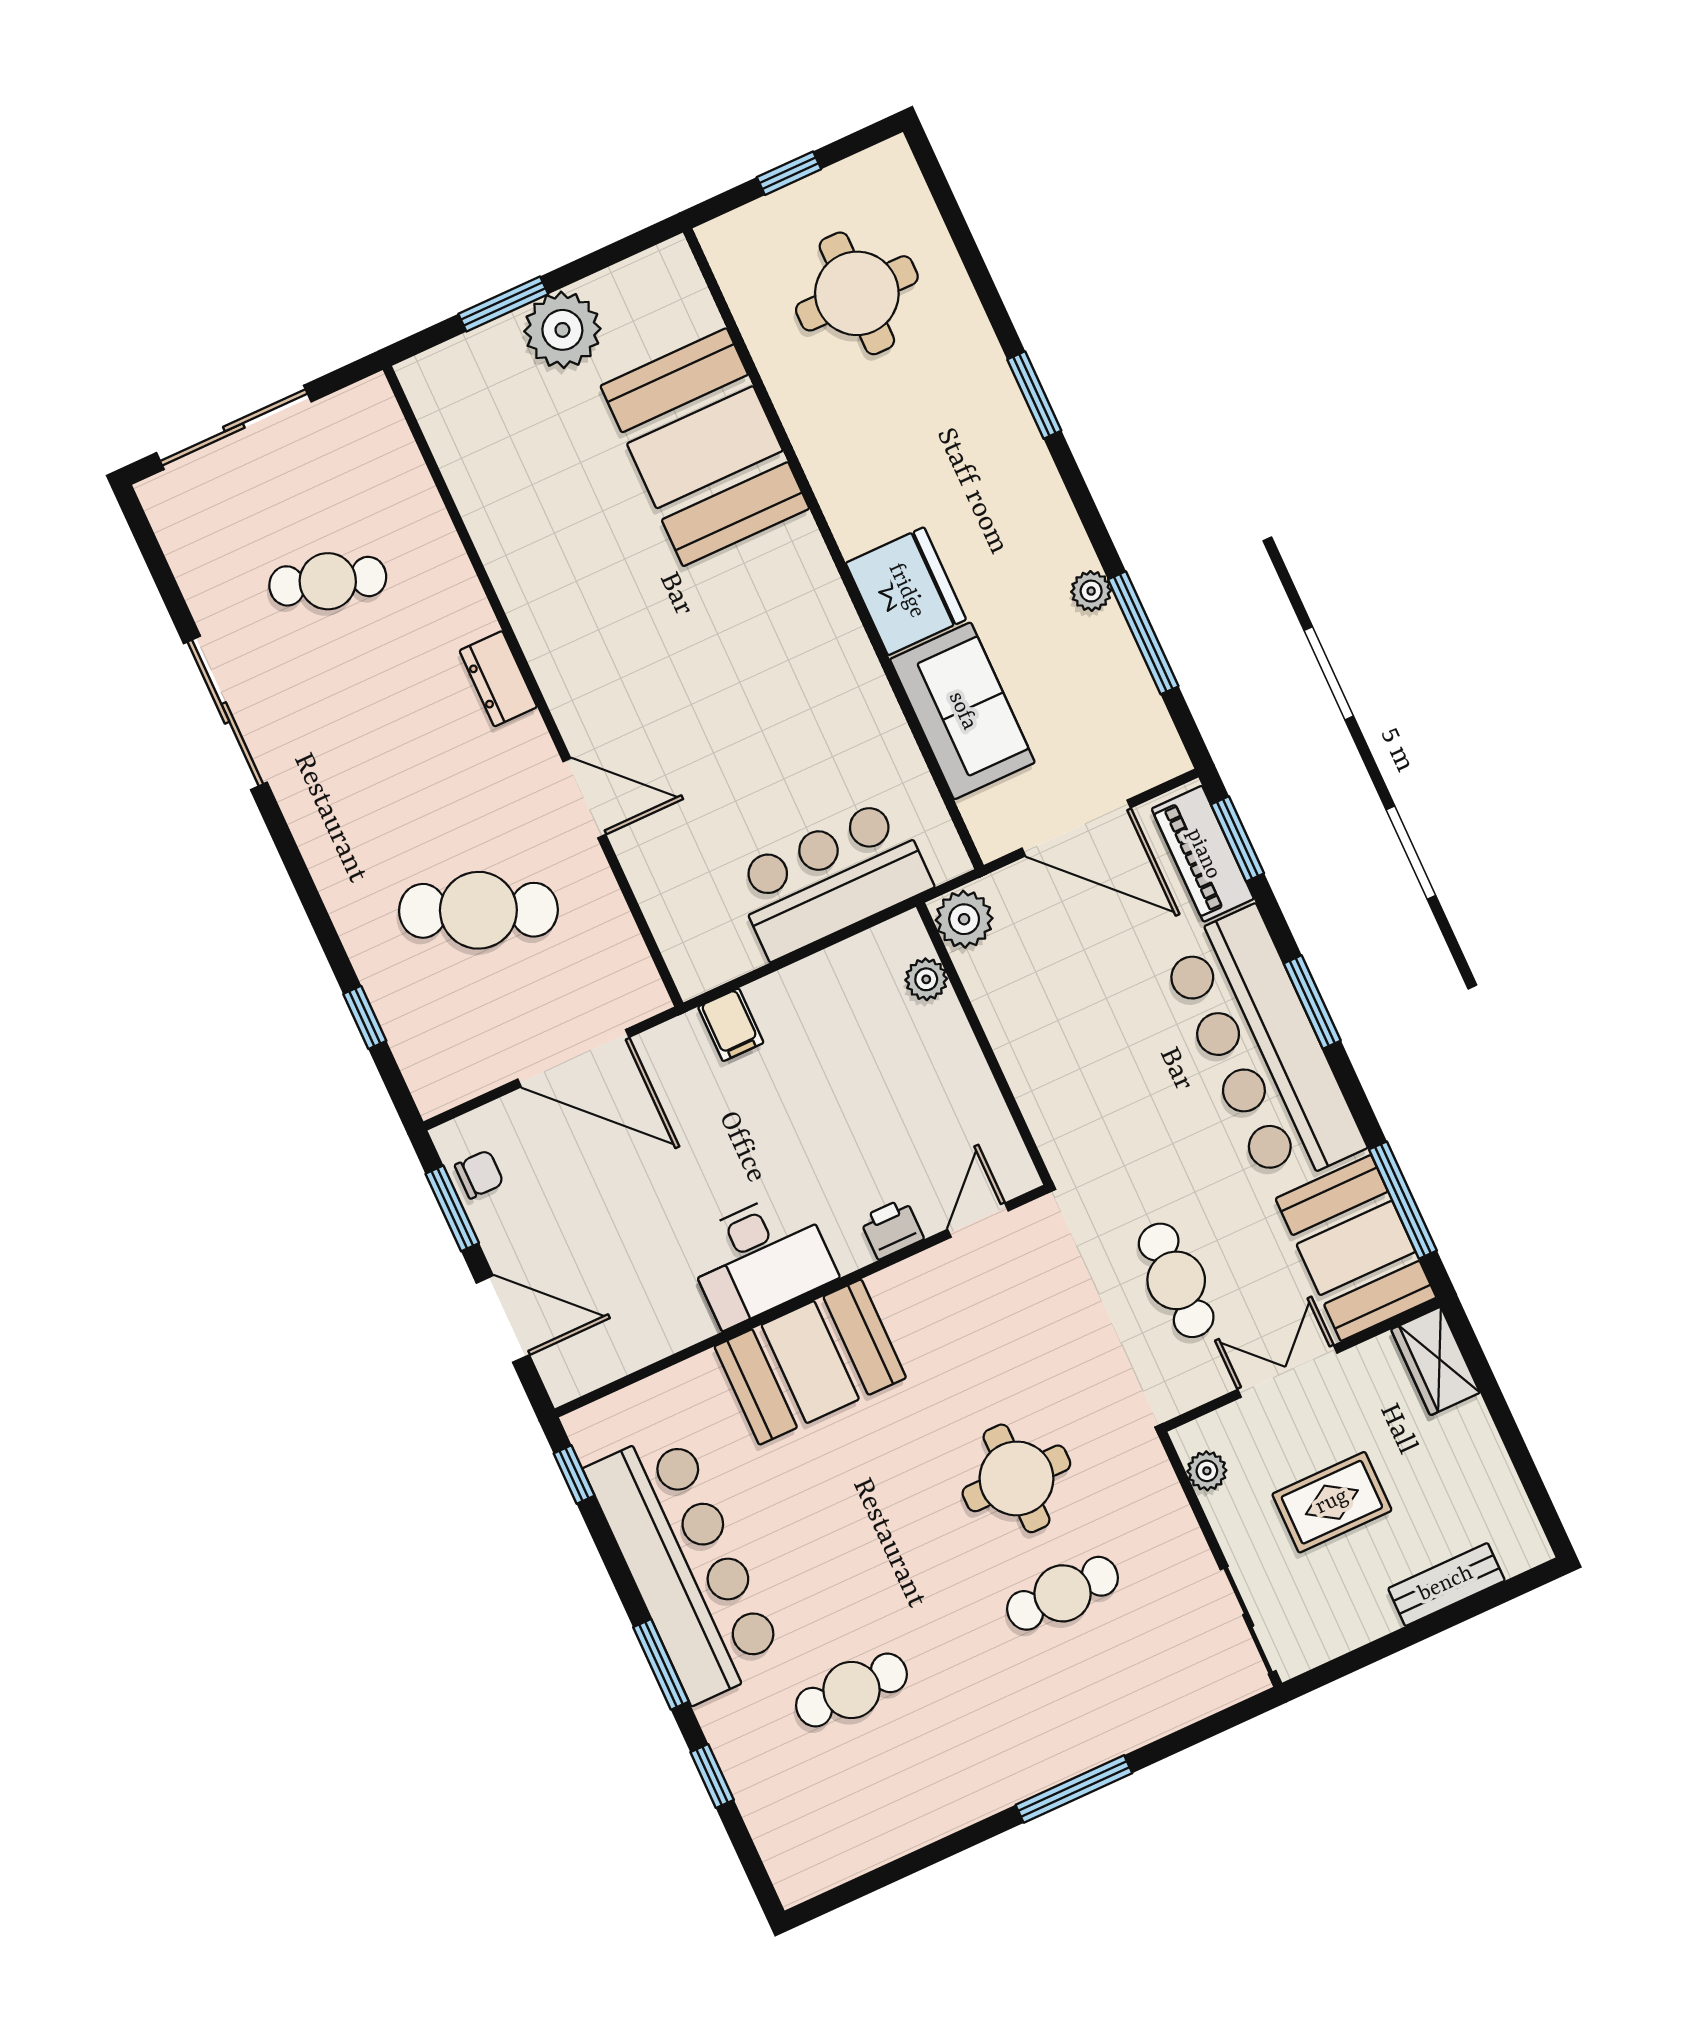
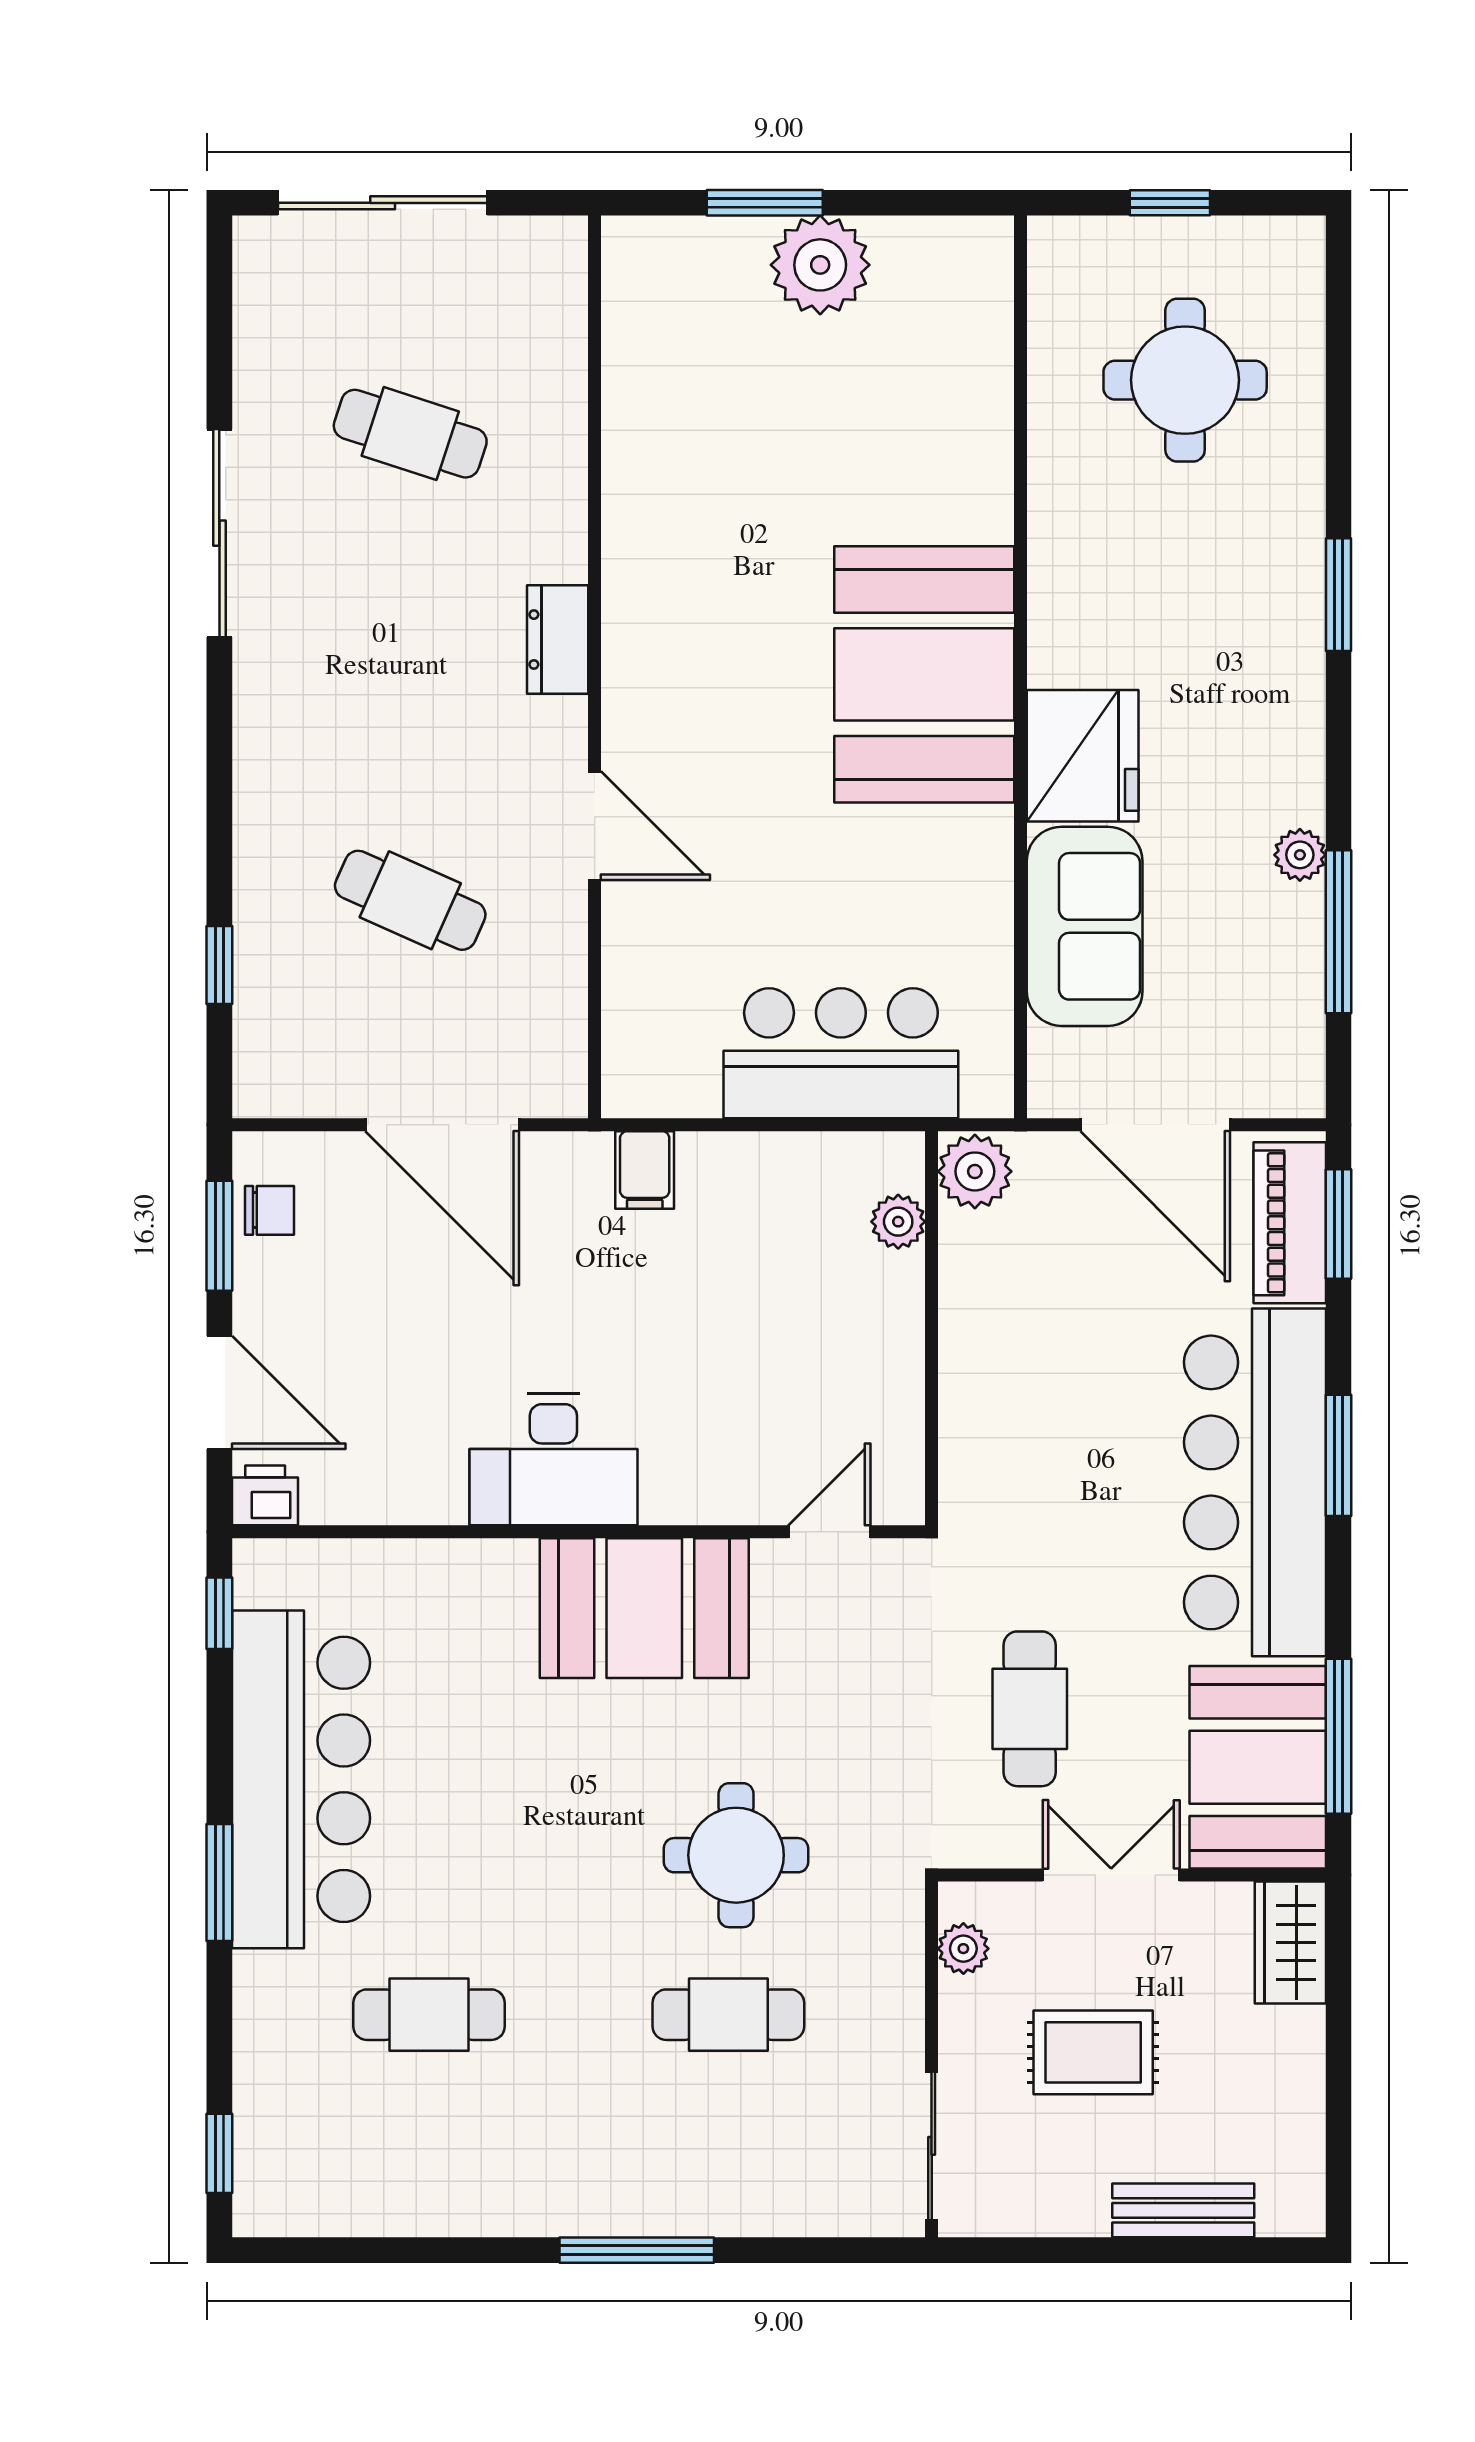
booth: (705, 447) -> (924, 674), moved
cafe table: (478, 910) -> (410, 900), width x0.73, depth x0.74
printer: (892, 1229) -> (265, 1495), moved
booth: (810, 1362) -> (644, 1608), moved
window: (712, 1776) -> (219, 2153), moved

